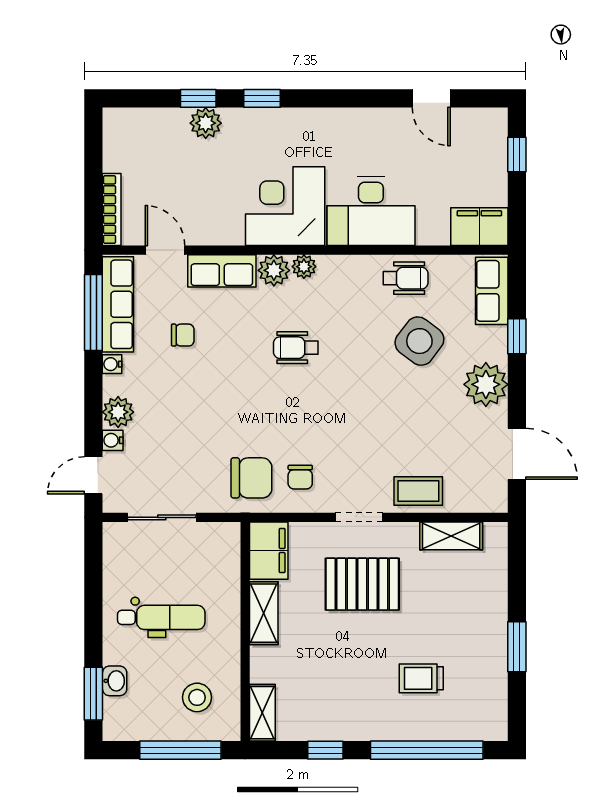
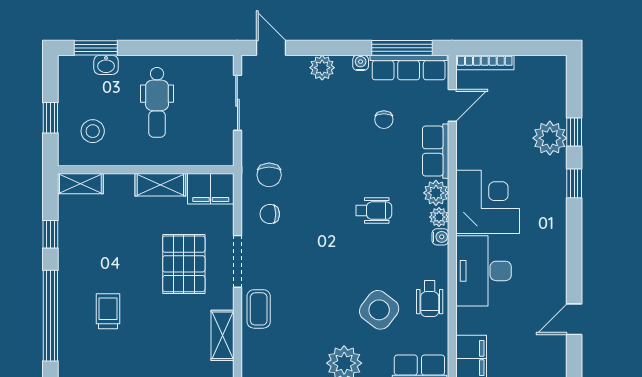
plant: (206, 123) -> (550, 138), width x1.36, depth x1.36
wheelchair: (296, 348) -> (374, 211), turned 90
water cooler: (113, 440) -> (440, 237), moved, turned 90
chair: (251, 478) -> (269, 175), width x0.73, depth x0.73
doorway: (359, 517) -> (237, 261), width x1.38
window: (180, 750) -> (50, 118), width x0.46

